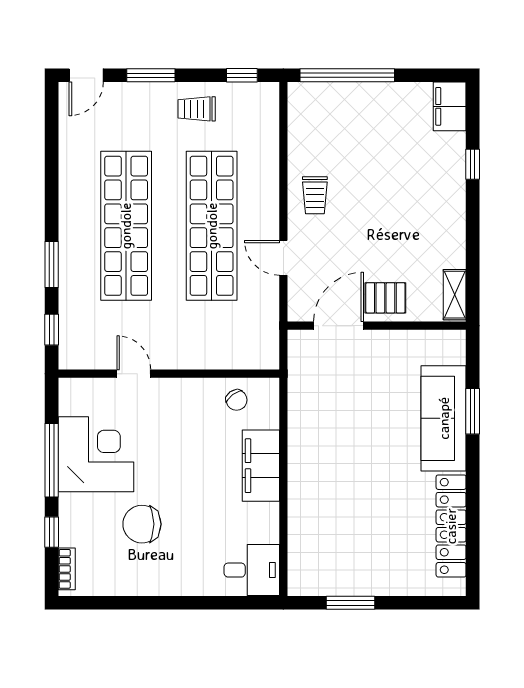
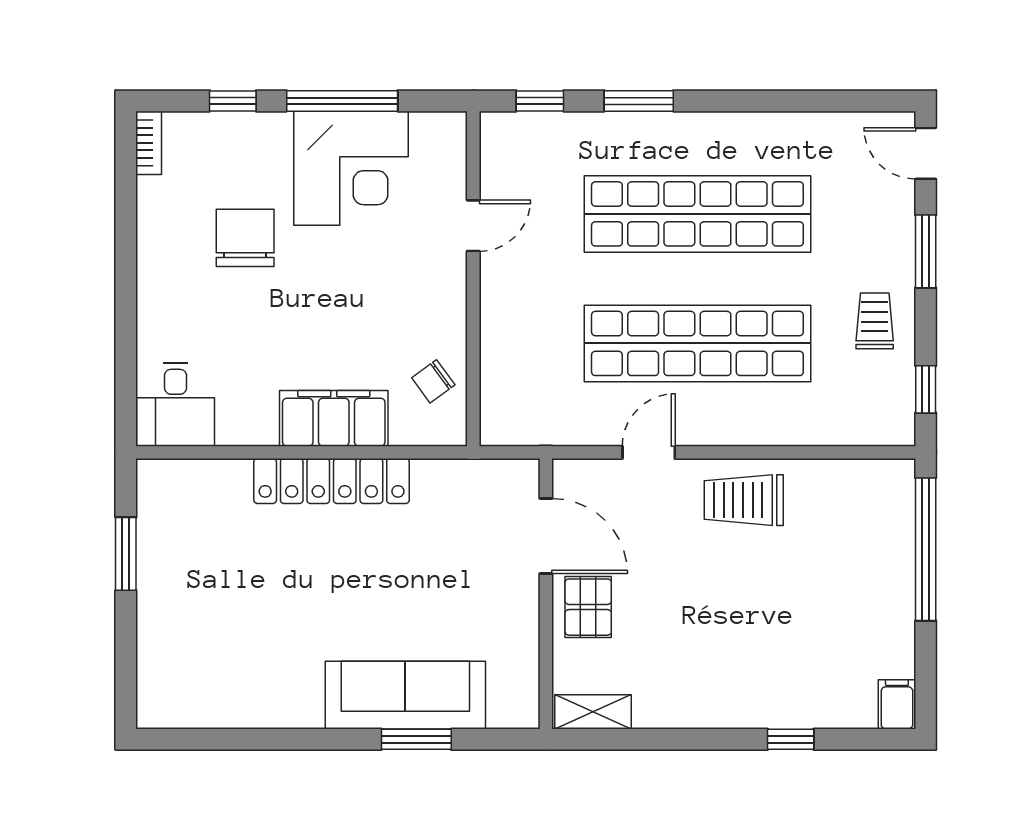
filing cabinet: (450, 106) -> (897, 704), width x0.50
trolley: (315, 195) -> (744, 500), width x1.36, depth x1.39
locker: (451, 526) -> (332, 481), moved, turned 180
bookcase: (67, 569) -> (149, 143), moved, turned -90

